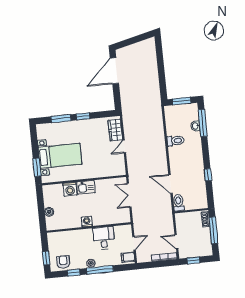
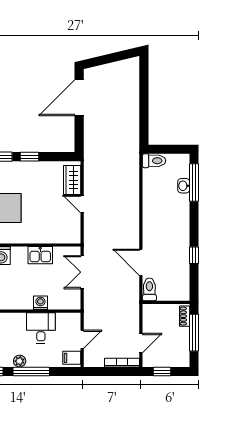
window: (182, 101) -> (168, 149), removed
toilet: (176, 141) -> (154, 161), moved
door: (124, 146) -> (82, 204), hinge flipped
kitchen sink: (86, 187) -> (40, 255), moved
washing machine: (87, 222) -> (40, 303), moved
door: (176, 242) -> (141, 343), swing flipped

